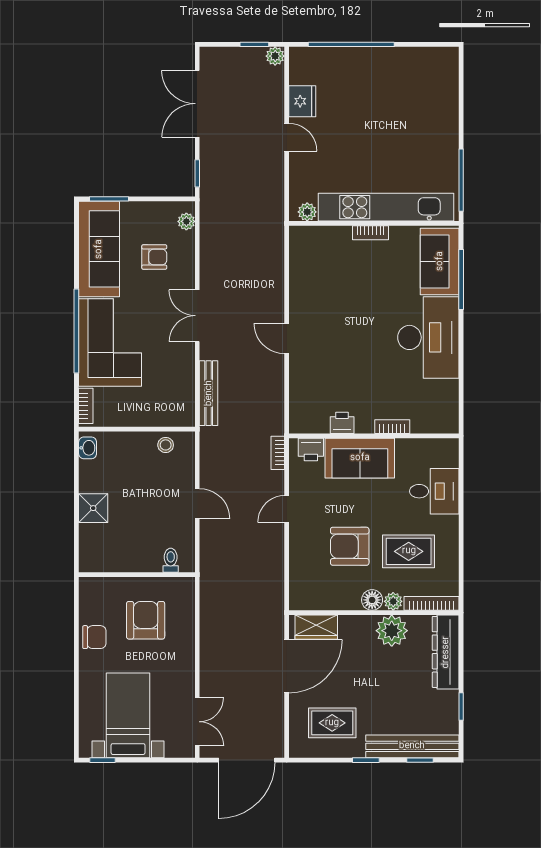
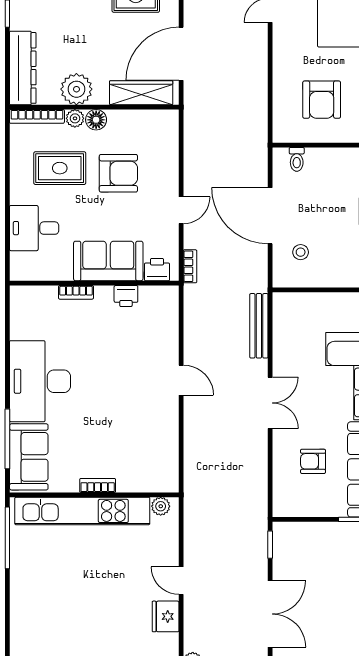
plant: (186, 221) -> (281, 497), removed
stool: (166, 445) -> (301, 252), moved
door: (197, 504) -> (270, 216), width x1.88
wardrobe: (316, 627) -> (141, 93), width x1.50

